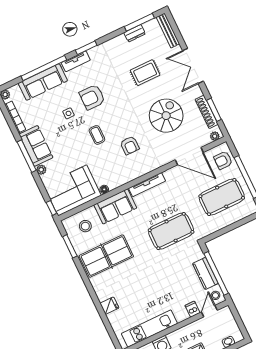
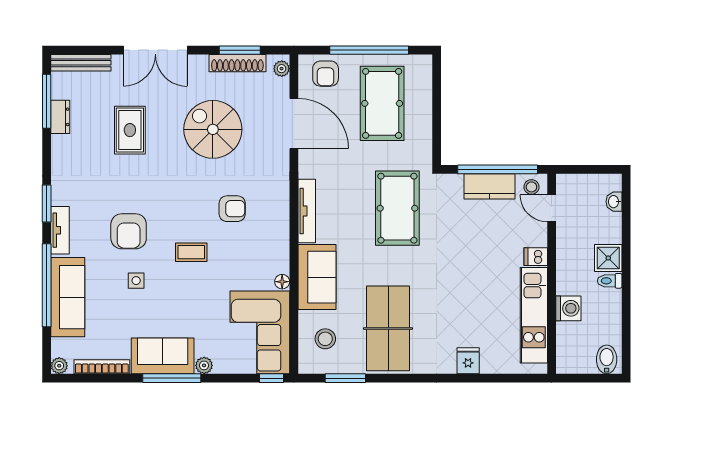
door: (189, 156) -> (294, 124), hinge flipped
dishwasher: (192, 309) -> (536, 257), moved

